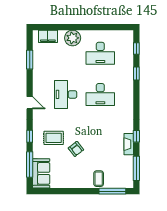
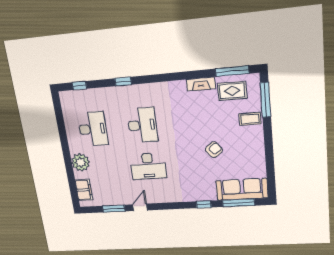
window: (136, 74) -> (123, 81), moved
door: (30, 103) -> (140, 207), moved
window: (136, 136) -> (189, 75), removed
rug: (54, 138) -> (232, 91), moved, turned 90
sofa: (41, 173) -> (242, 189), width x1.36

